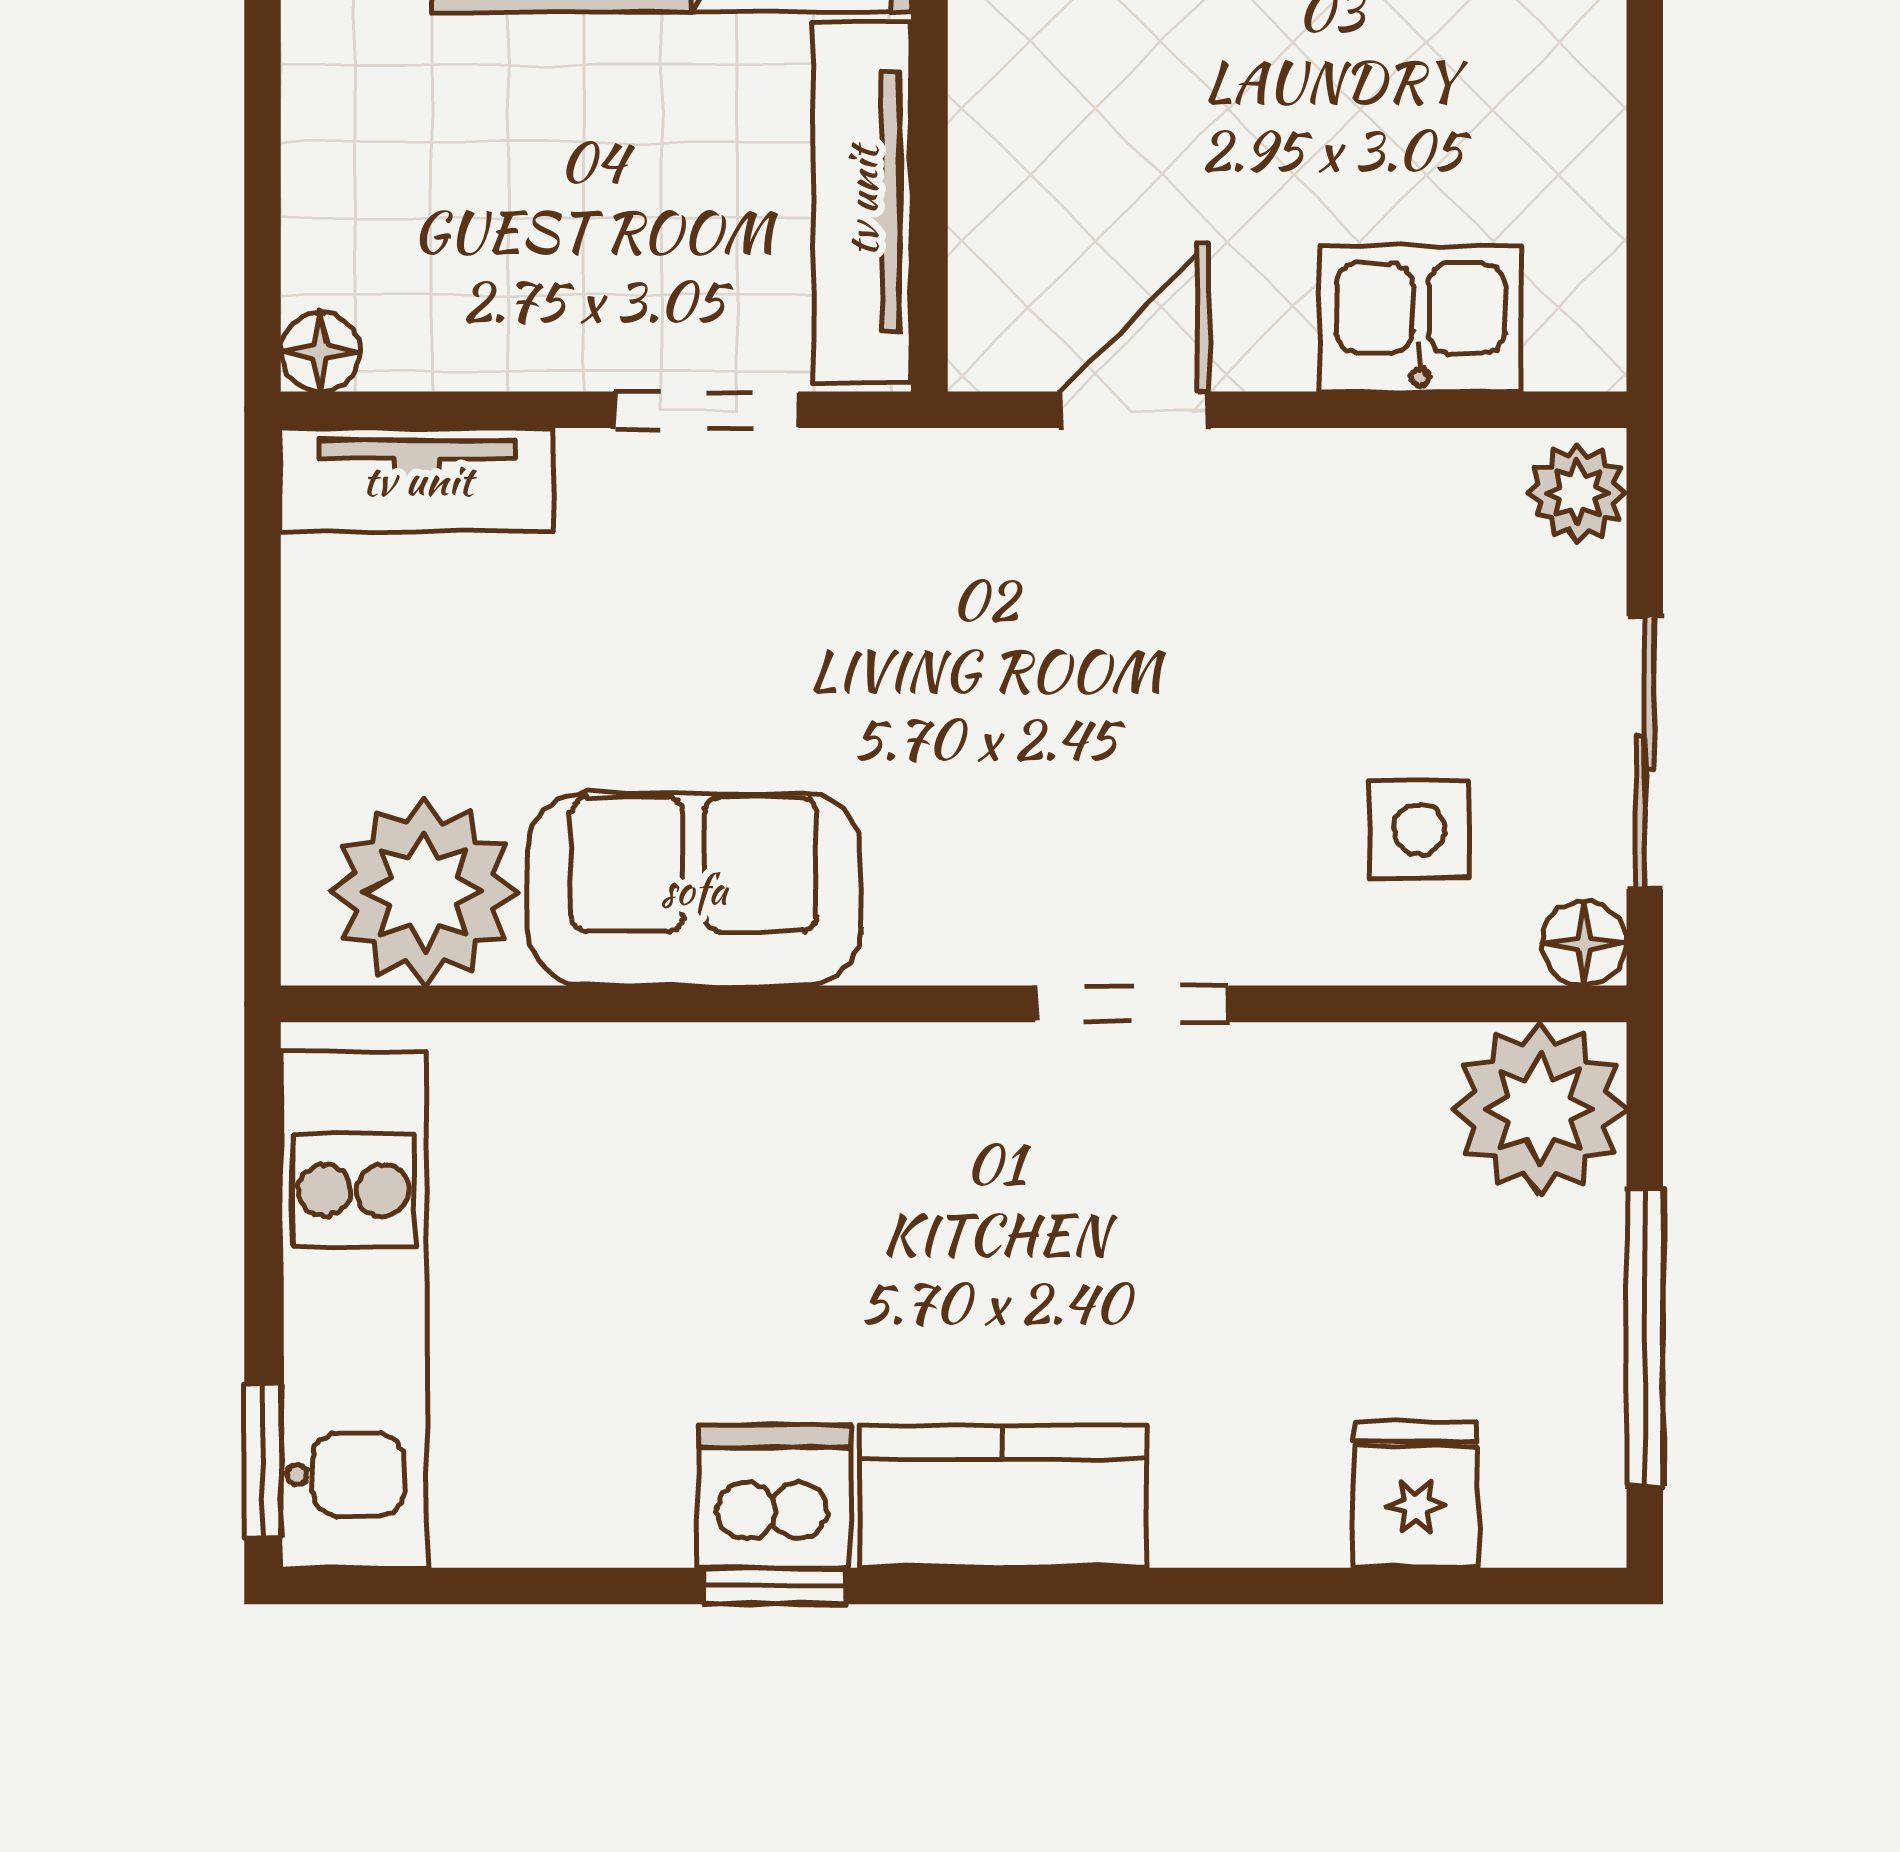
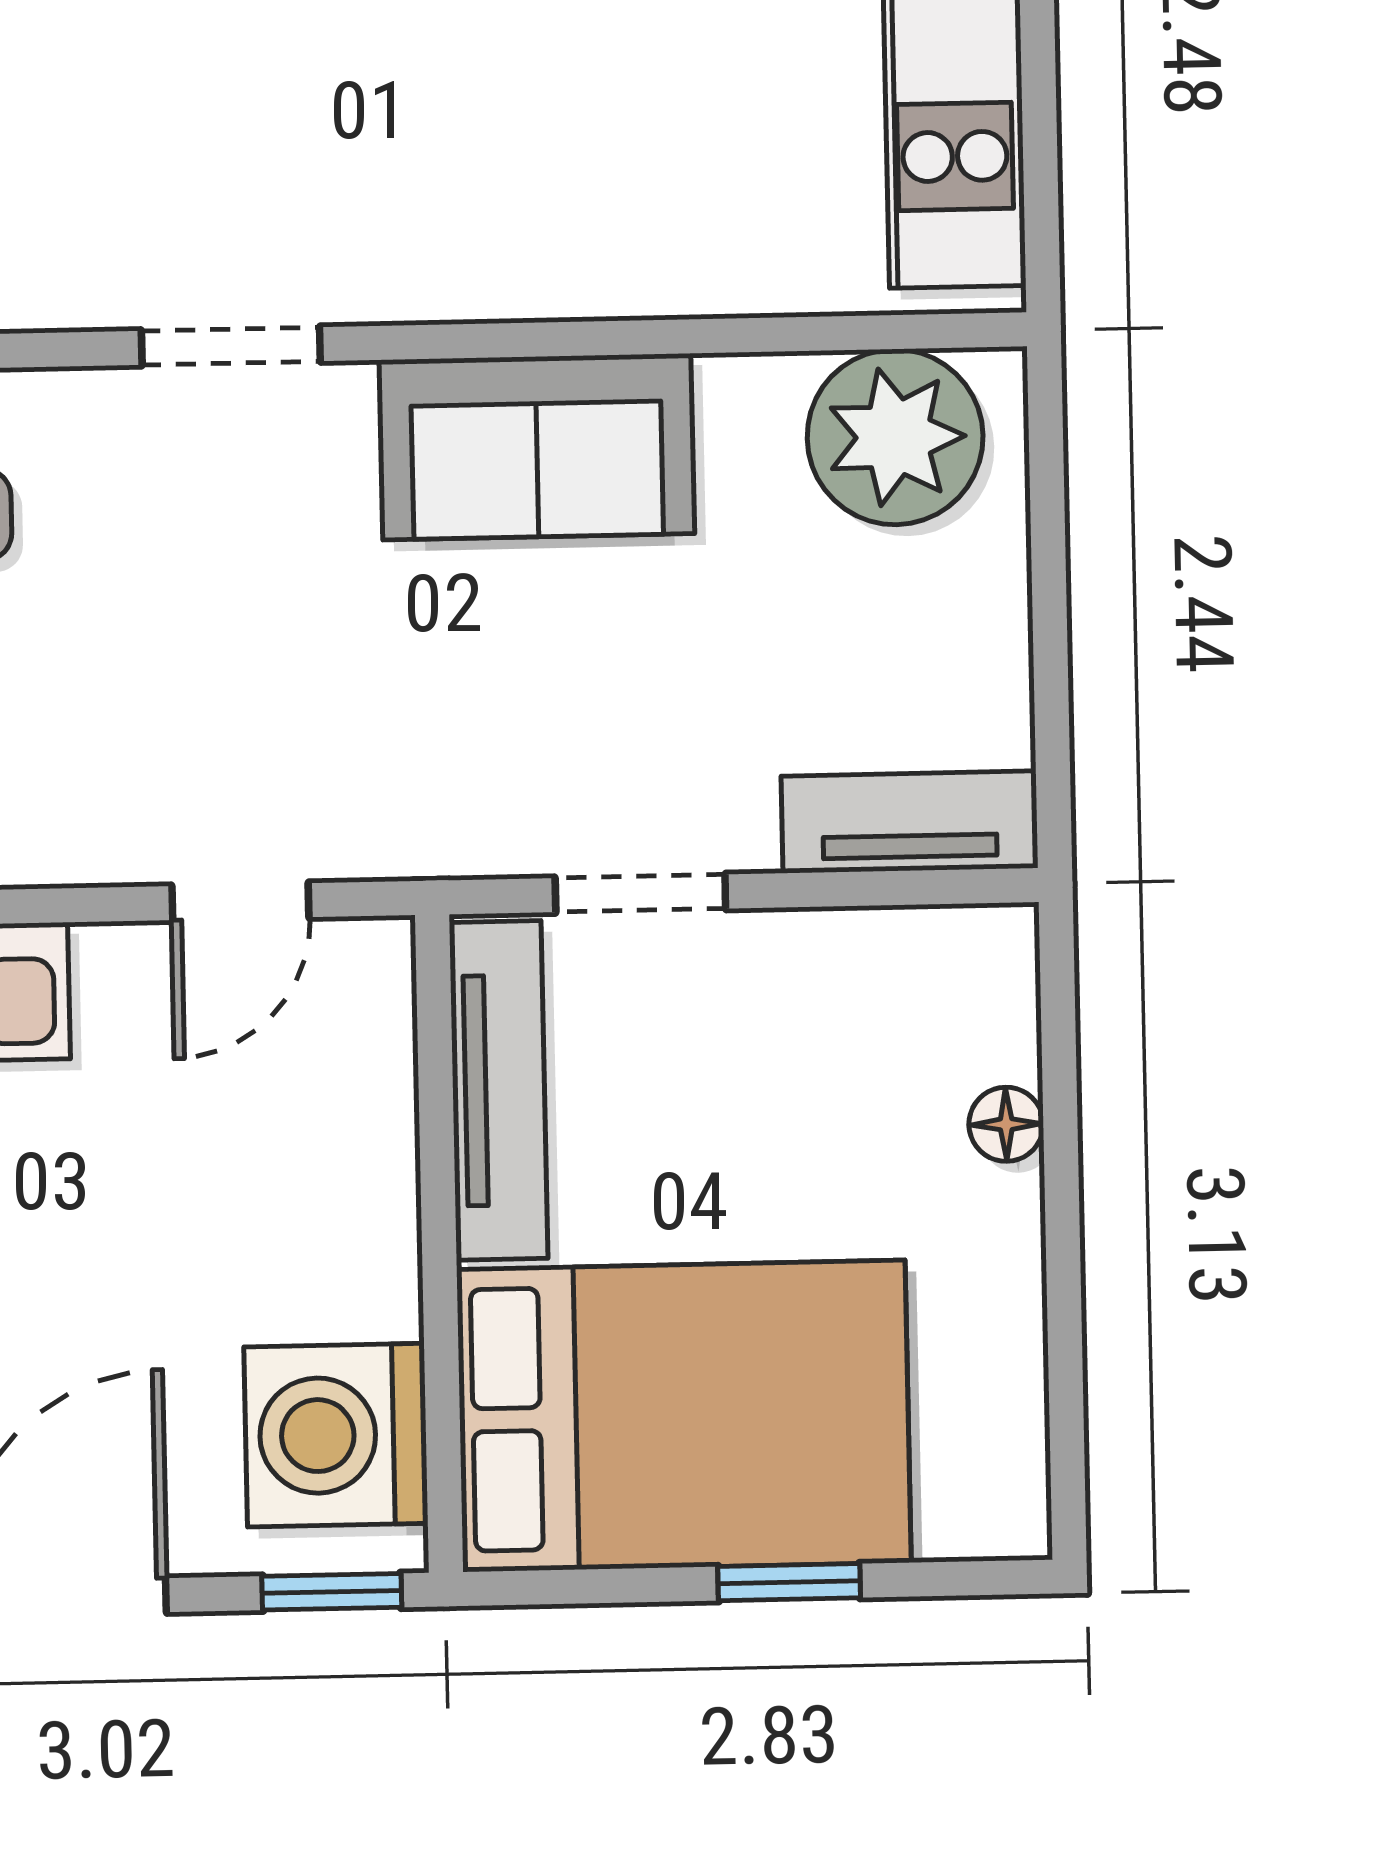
floor lamp: (321, 352) -> (1006, 1124), moved
sofa: (694, 889) -> (537, 447), moved

